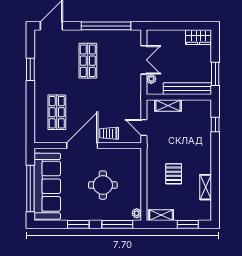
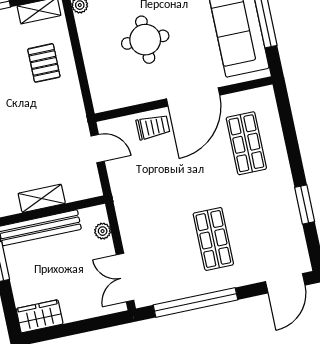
double door: (144, 60) -> (125, 277), moved
shelving: (168, 105) -> (42, 198), moved
pallet: (174, 174) -> (44, 63), moved

